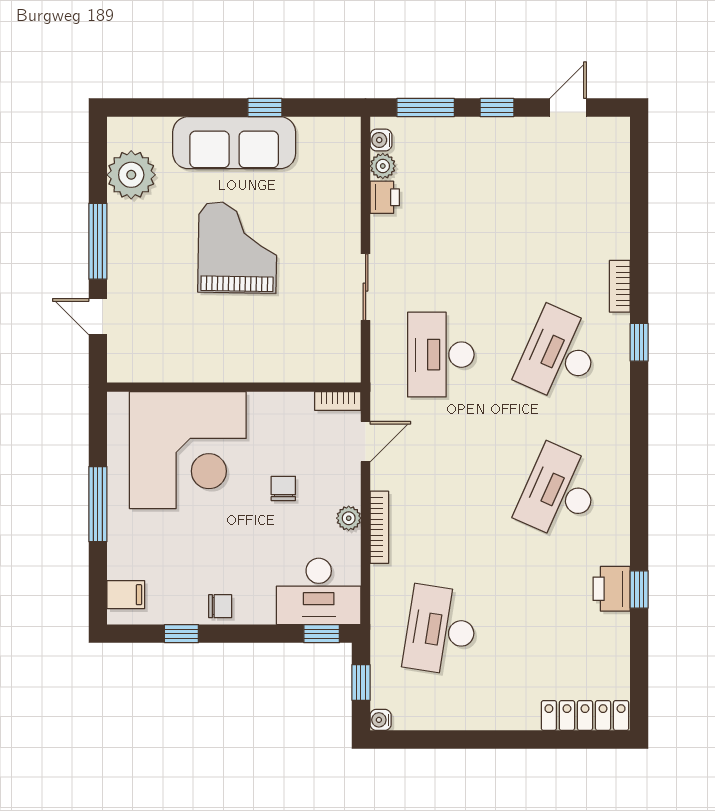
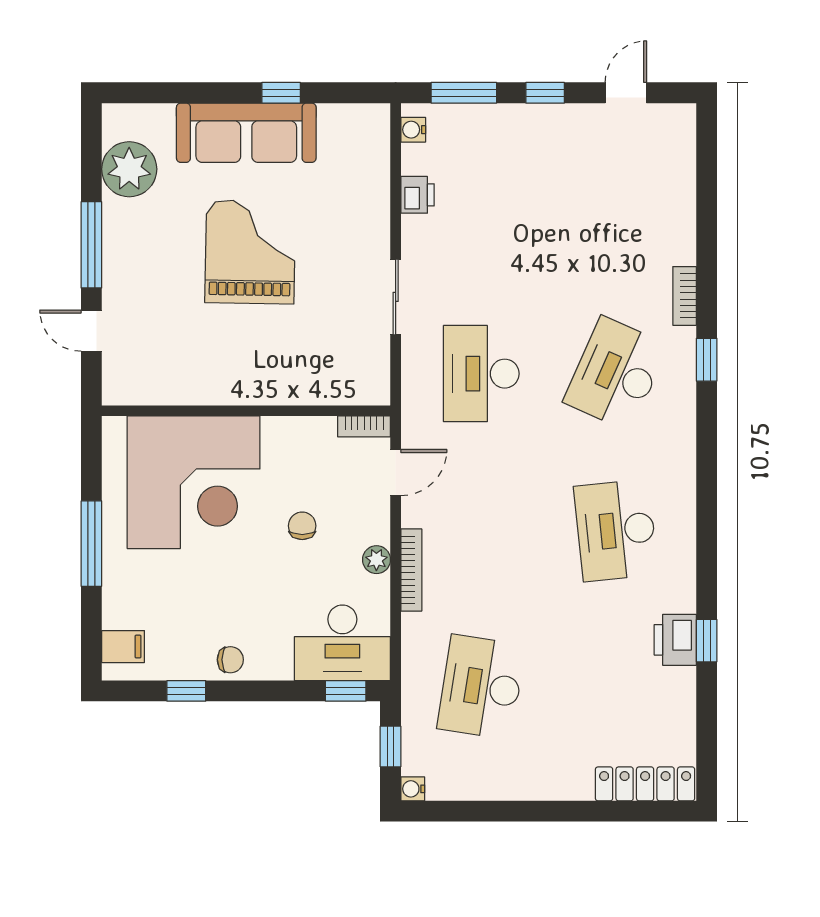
plant: (383, 166) -> (415, 159), removed
desk: (559, 492) -> (616, 530), turned -30

